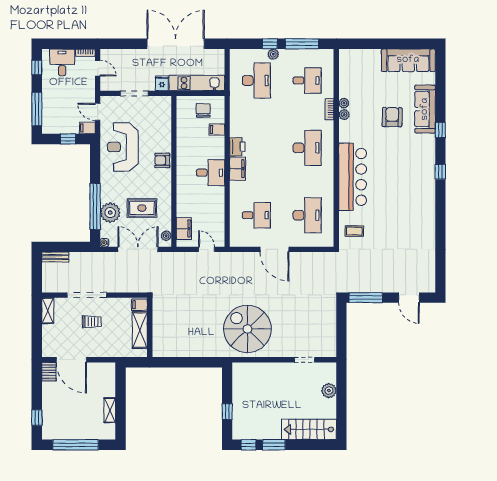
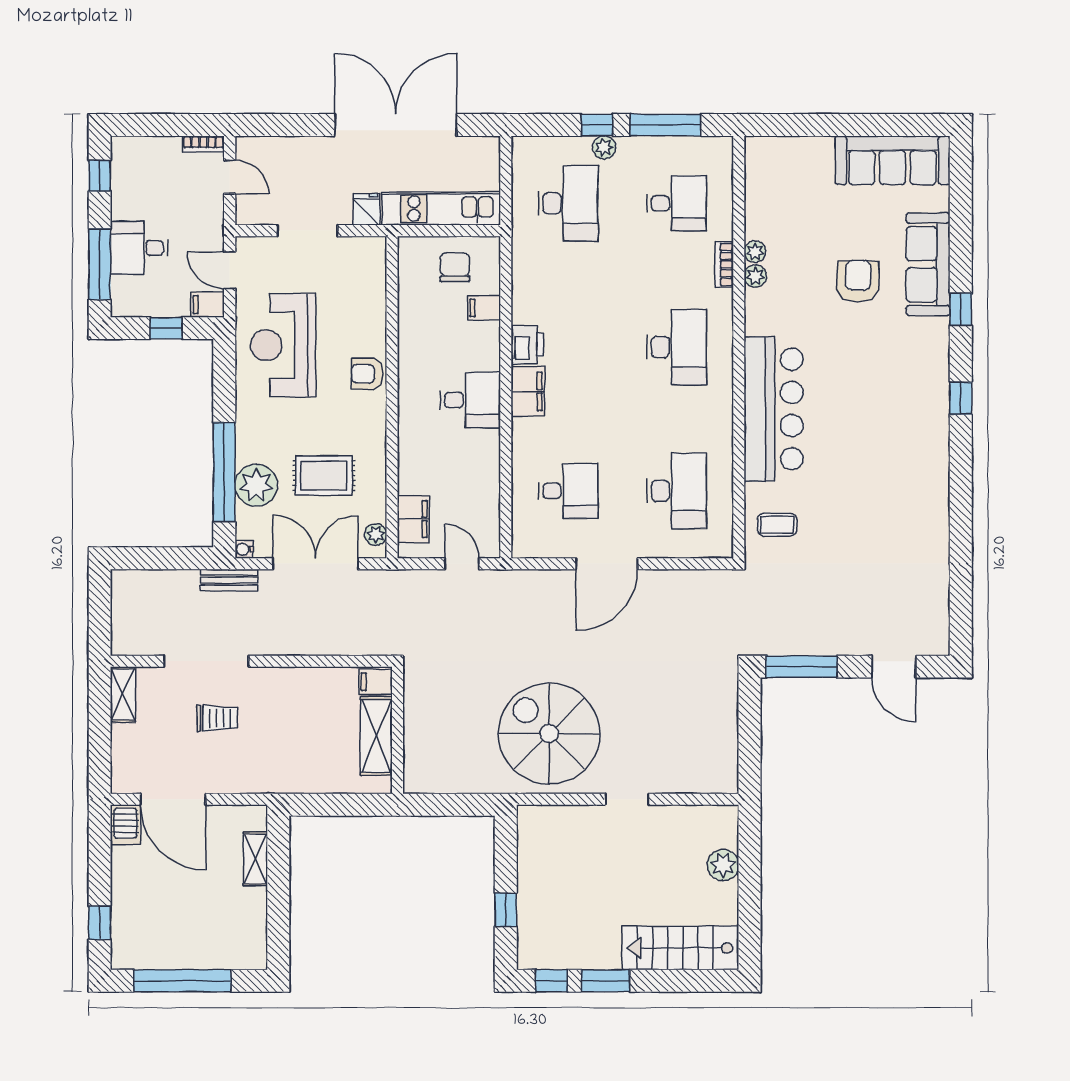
desk: (62, 62) -> (139, 248), moved, turned -90
door: (274, 249) -> (607, 564), hinge flipped
bench: (55, 257) -> (229, 580), moved
filing cabinet: (139, 305) -> (375, 682), moved
wall: (150, 327) -> (397, 730), moved
shelving: (140, 330) -> (376, 736), moved
doorway: (305, 360) -> (627, 799), moved
shelving: (110, 410) -> (255, 859), moved

